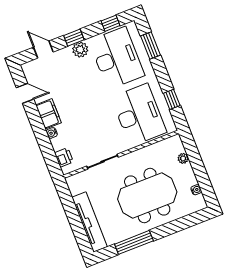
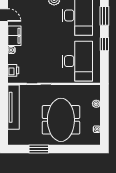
window: (172, 99) -> (104, 44), moved
meeting table: (147, 196) -> (61, 120), turned 90
tv unit: (90, 222) -> (13, 107), moved
window: (134, 242) -> (39, 149), width x0.69

